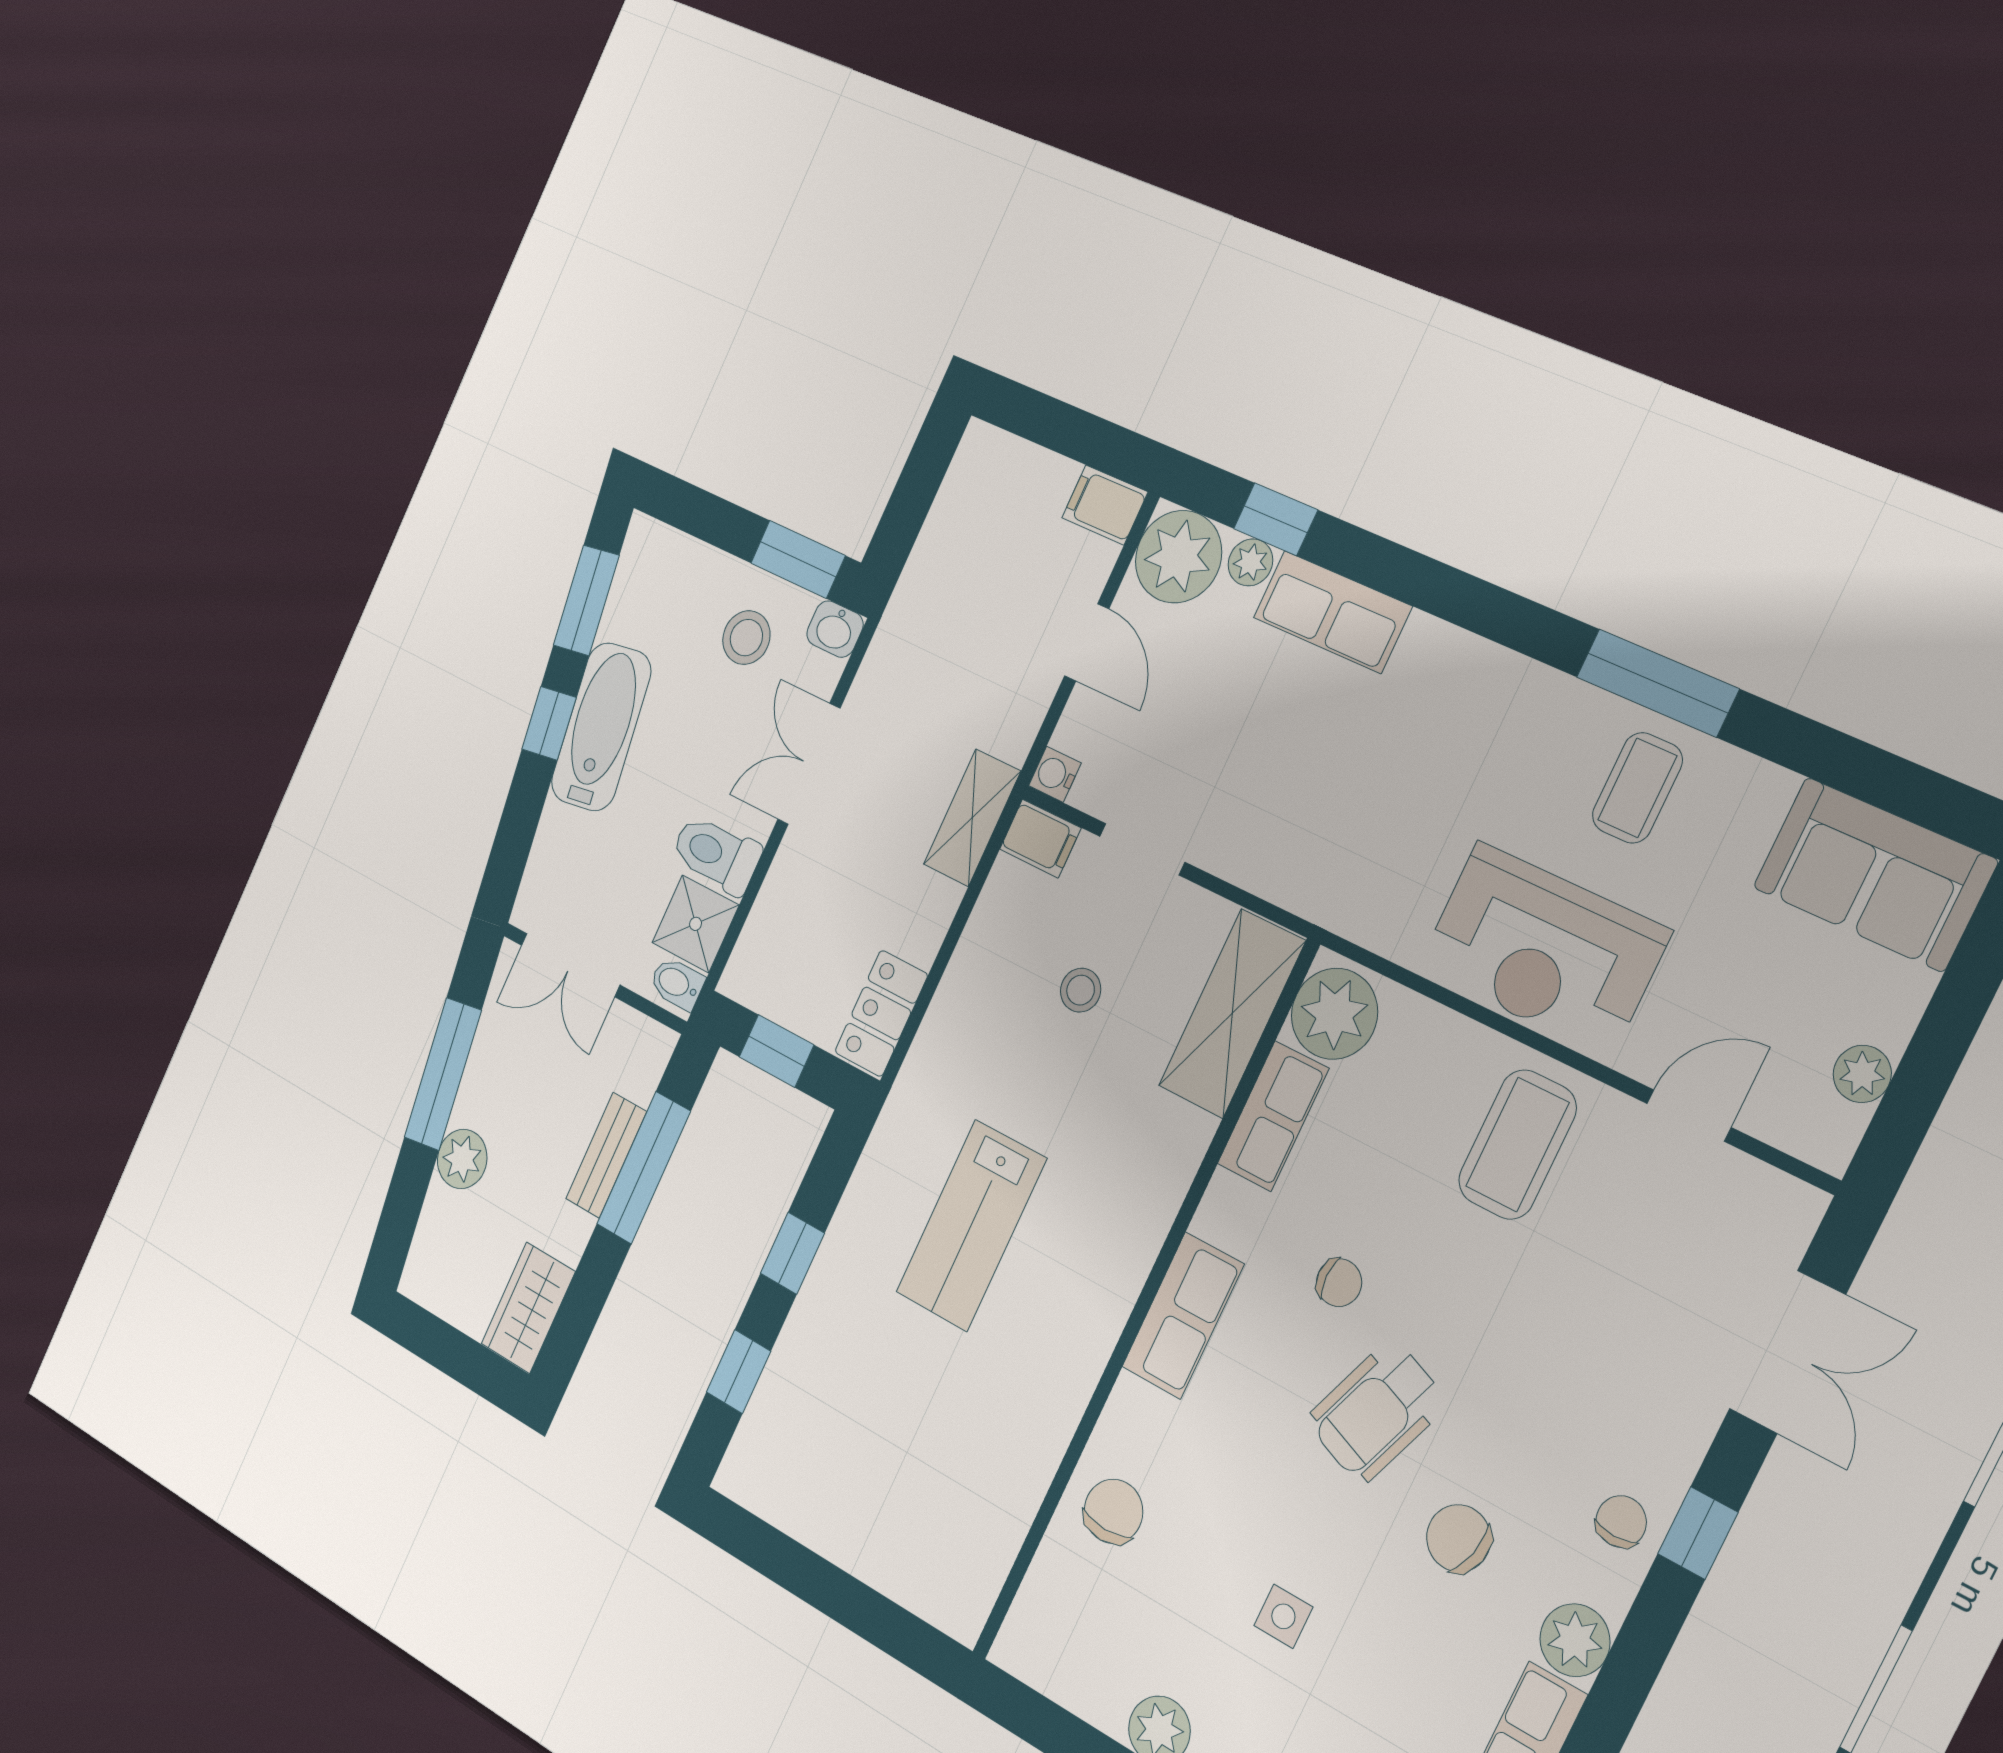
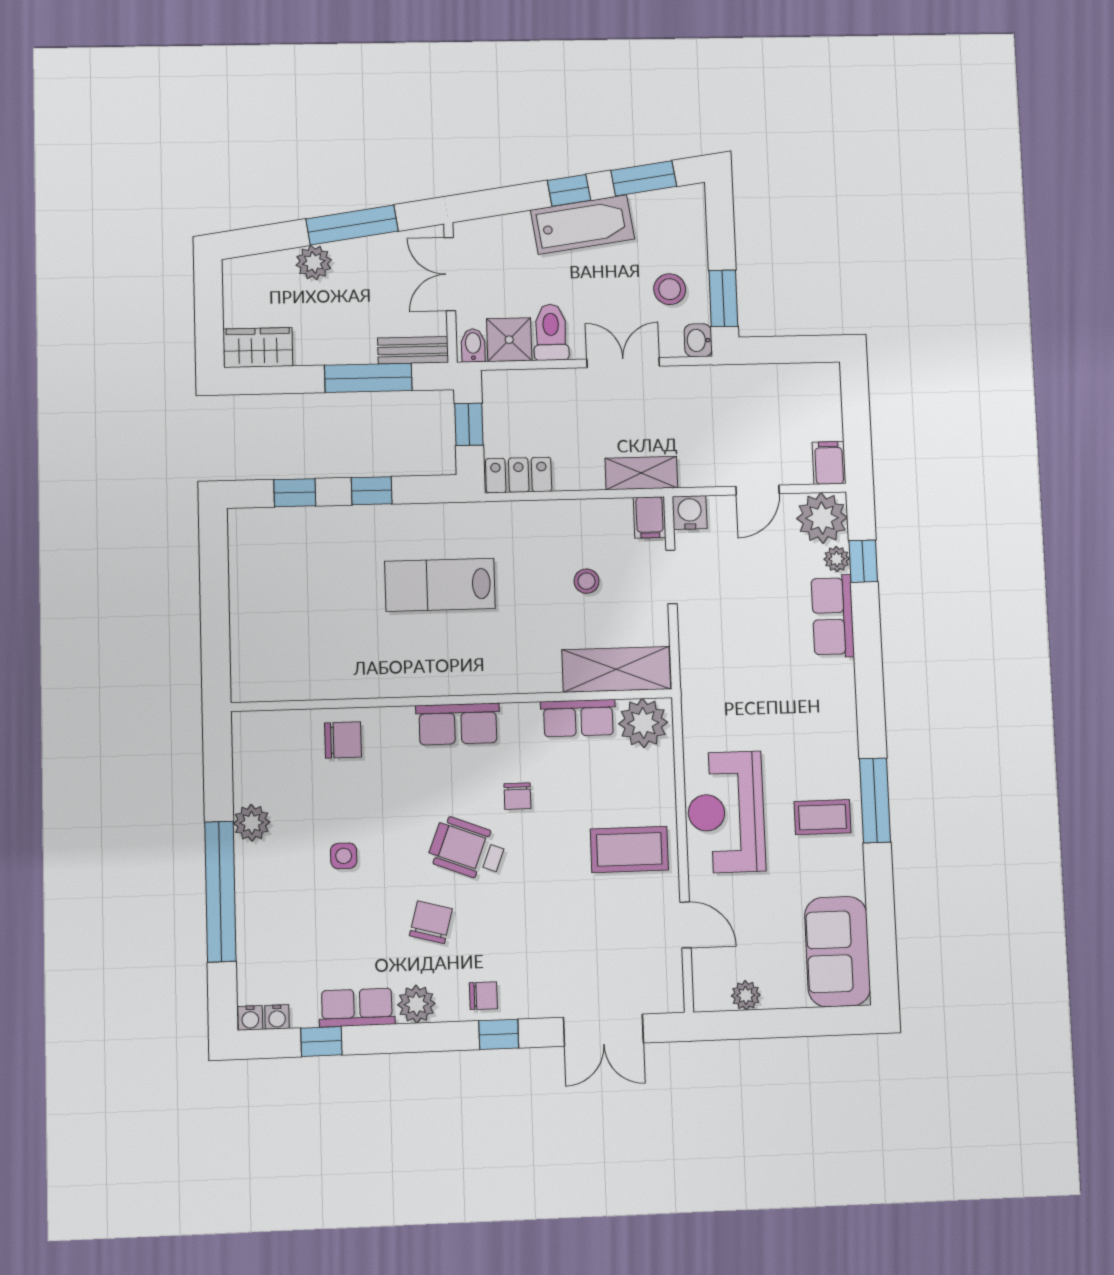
water cooler: (1055, 774) -> (690, 513), width x1.38, depth x1.38
bench: (606, 1155) -> (413, 350), moved

